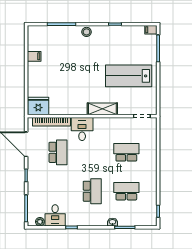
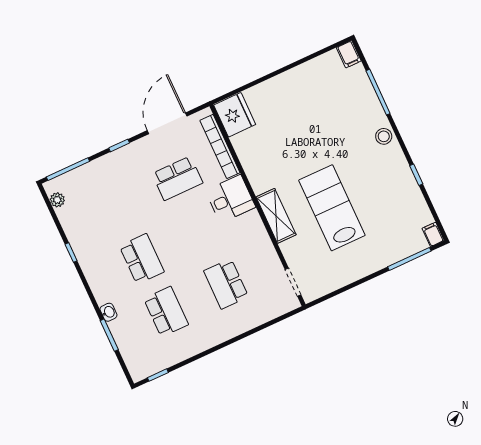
filing cabinet: (34, 56) -> (349, 54), moved
lab bench: (129, 76) -> (332, 208), moved
school desk: (126, 152) -> (226, 284), turned 180
school desk: (92, 191) -> (142, 259), turned -90
desk: (55, 215) -> (78, 219), removed

